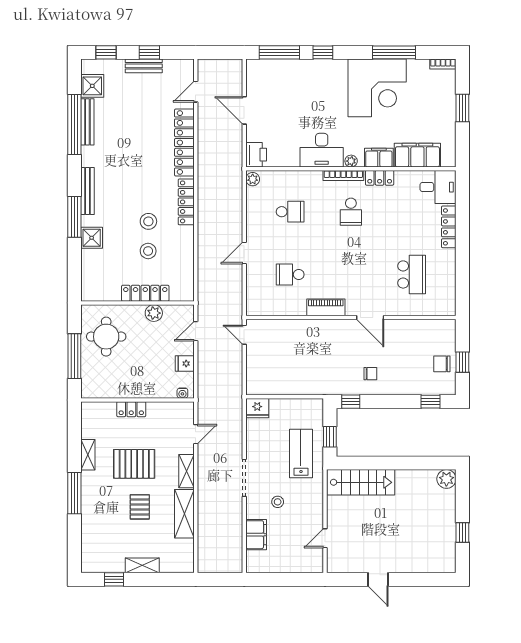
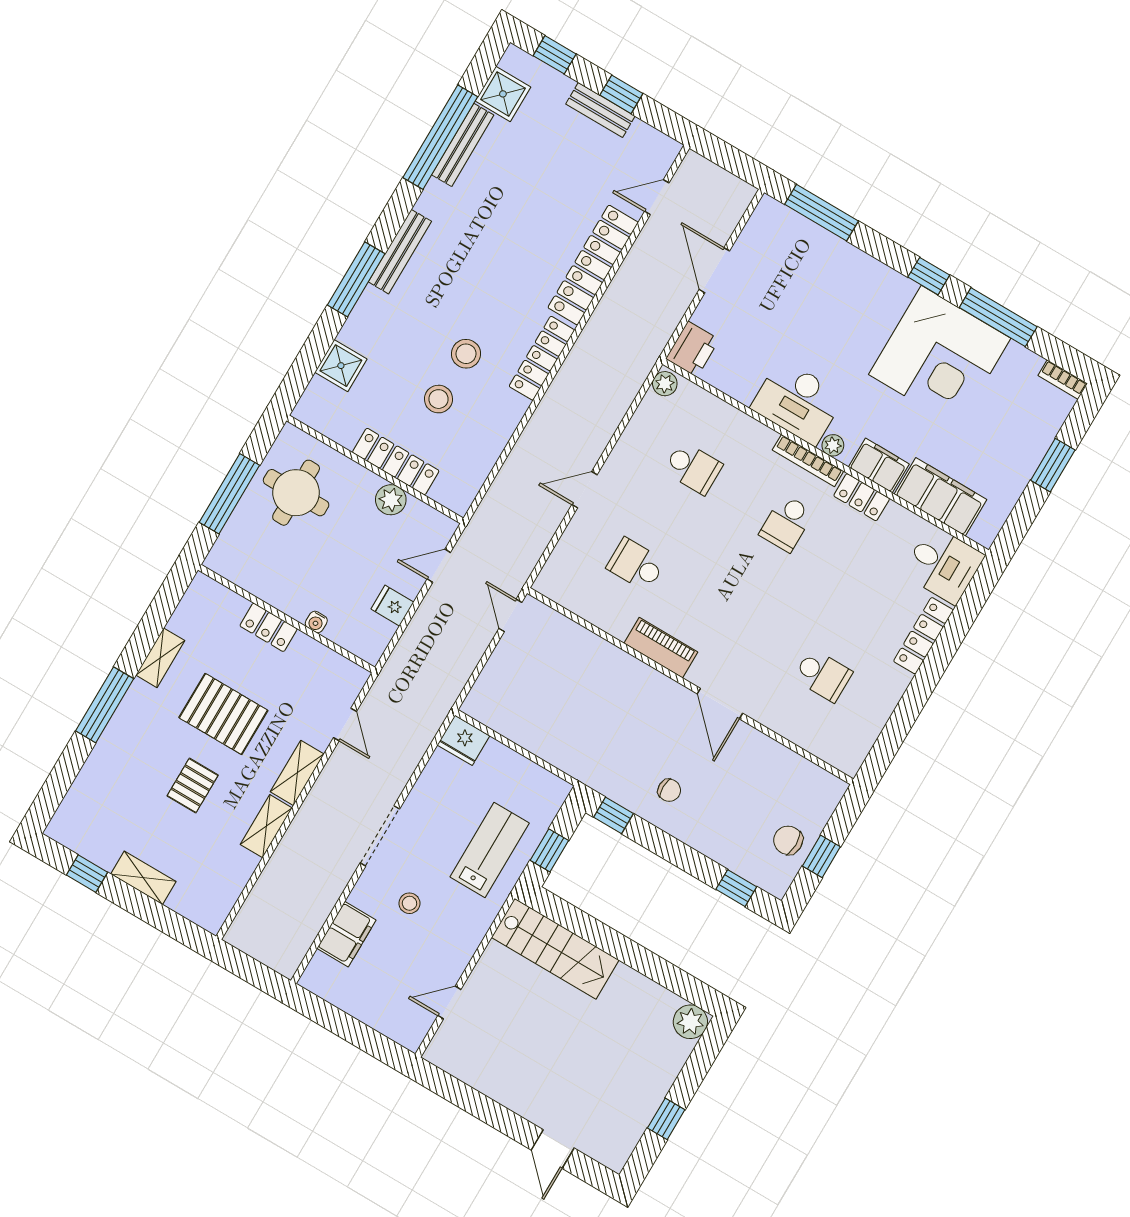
window: (323, 52) -> (929, 276), moved
shower: (92, 238) -> (341, 366), moved
school desk: (412, 274) -> (823, 675), width x0.54
water cooler: (182, 393) -> (316, 622), moved
door: (196, 434) -> (345, 725), hinge flipped
shelving: (184, 514) -> (266, 826), width x0.67, depth x0.75
door: (378, 579) -> (553, 1149), moved

